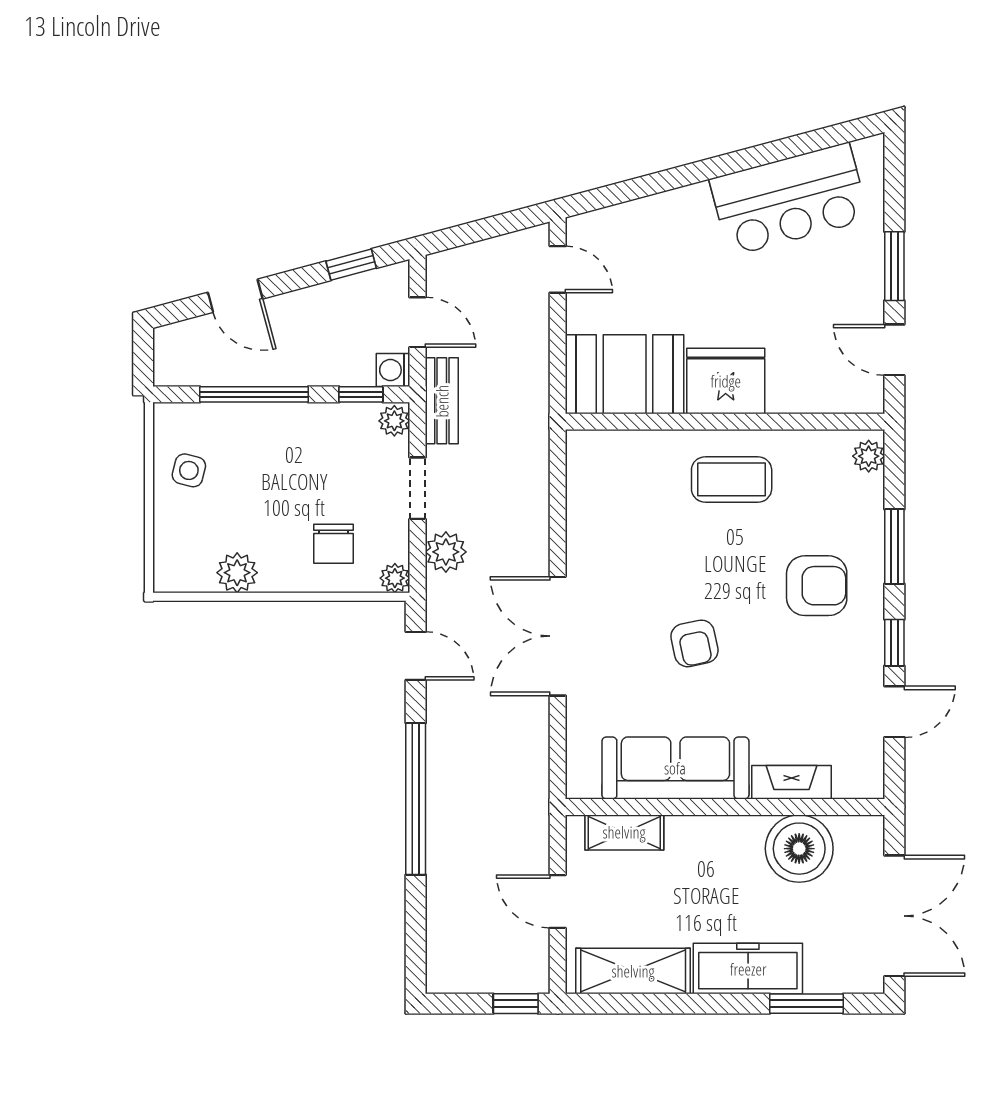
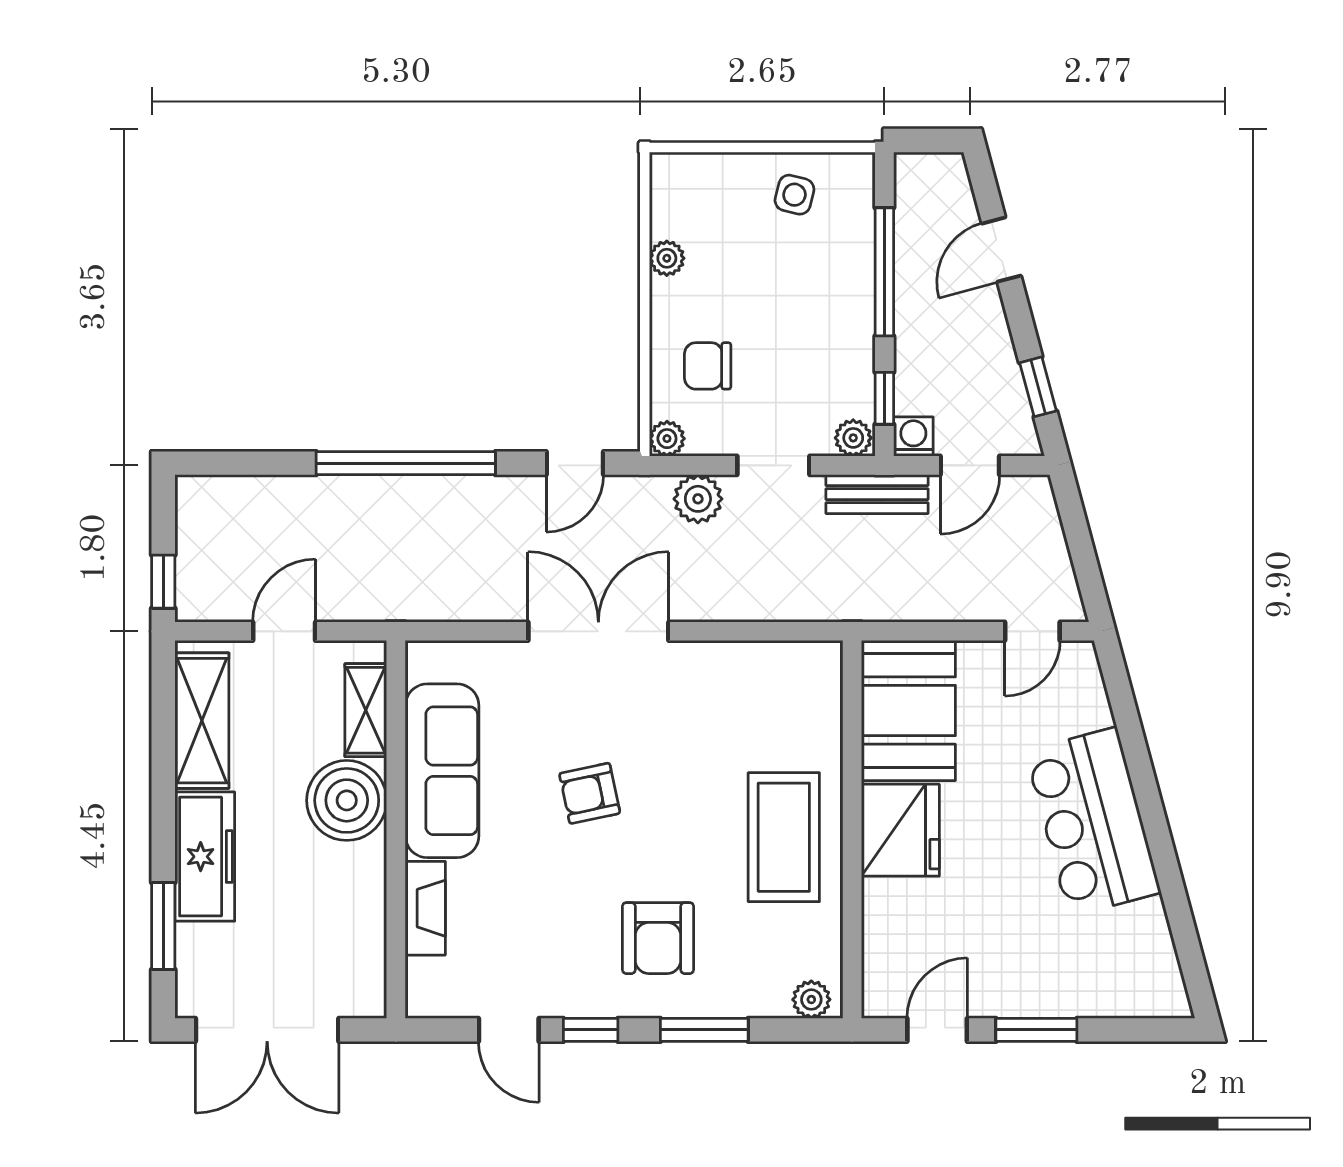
bar counter: (789, 199) -> (1093, 822), moved
coffee table: (732, 479) -> (784, 837), width x1.36, depth x1.32
plant: (237, 573) -> (667, 258), width x0.73, depth x0.73
boiler: (799, 849) -> (347, 800), moved

